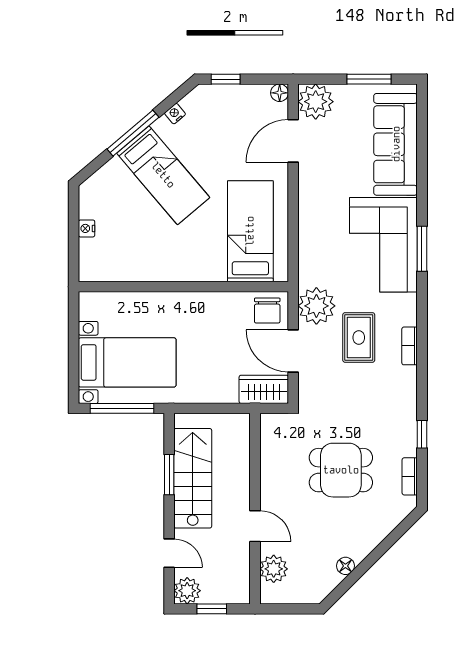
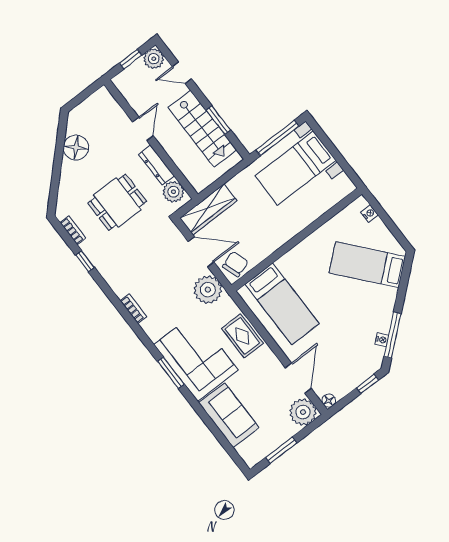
window: (133, 133) -> (392, 335), moved
sofa: (396, 144) -> (229, 415), width x0.73
bed: (163, 175) -> (367, 265), moved
nightstand: (87, 228) -> (369, 214), moved
chair: (267, 311) -> (235, 264), turned 71
rug: (359, 337) -> (242, 336), moved
wardrobe: (264, 389) -> (208, 209), width x1.50
dresser: (270, 477) -> (156, 165), added
door: (255, 526) -> (143, 129), swing flipped
floor lamp: (345, 566) -> (76, 148), width x1.89, depth x1.89
plant: (274, 569) -> (173, 192), moved

